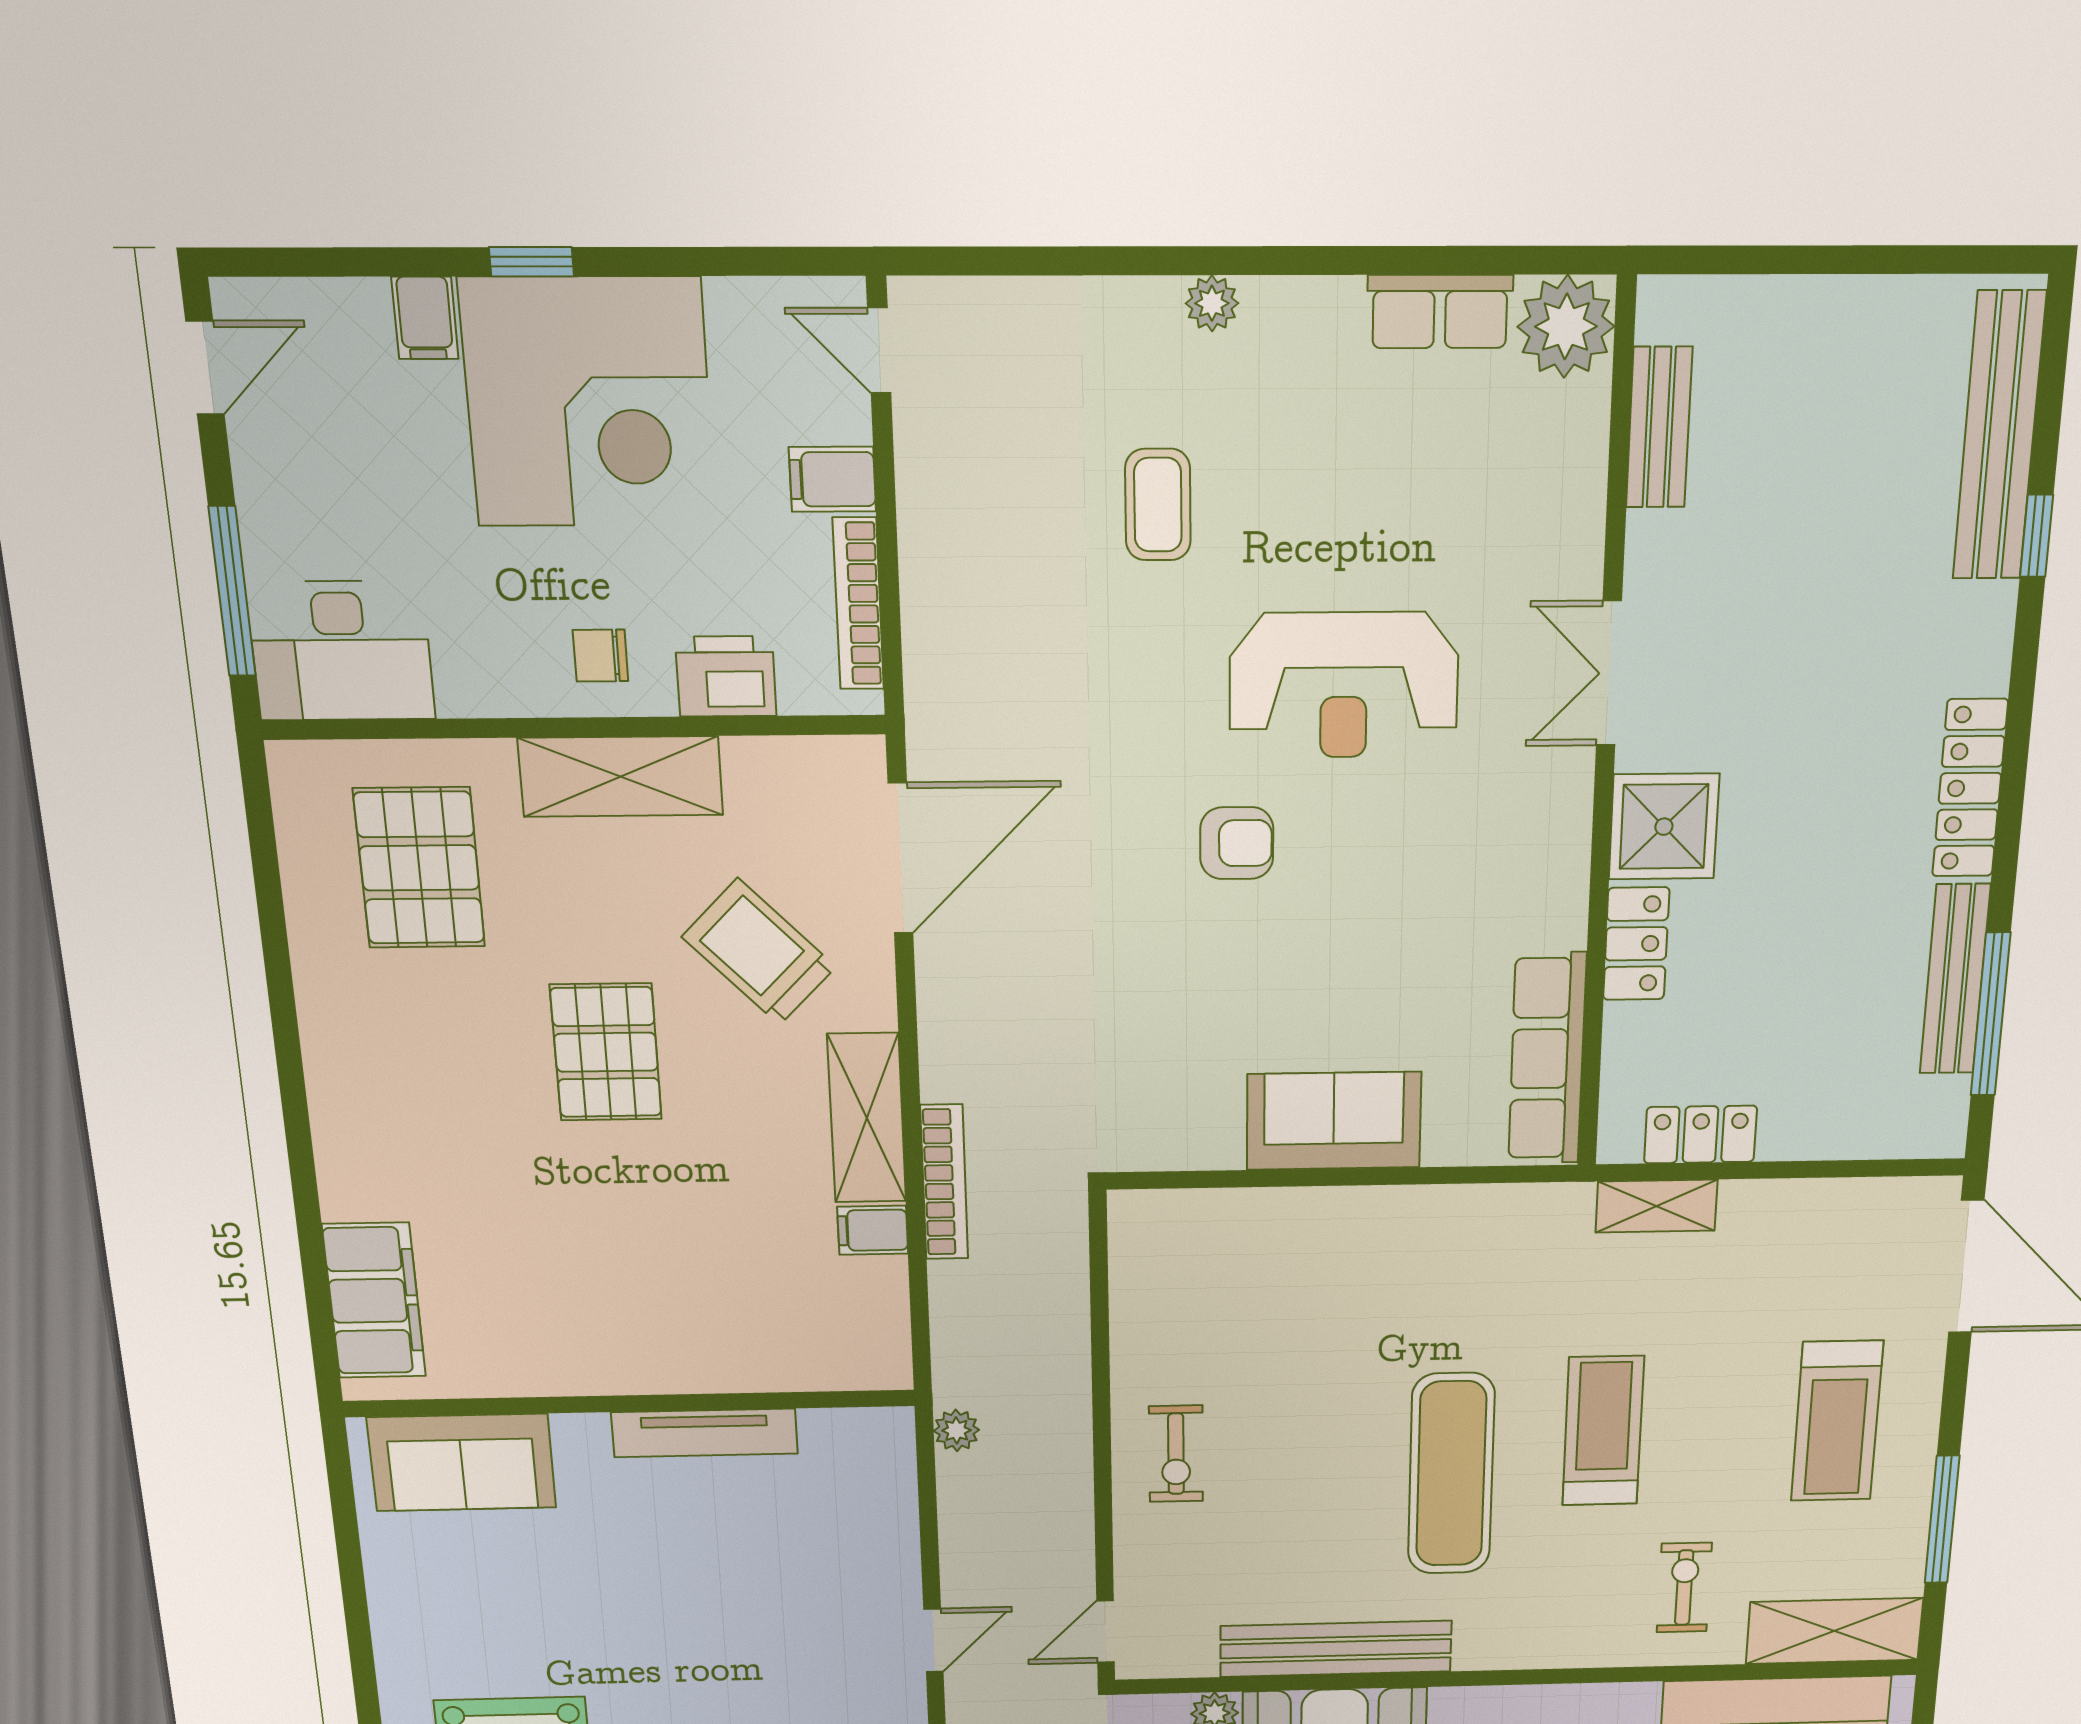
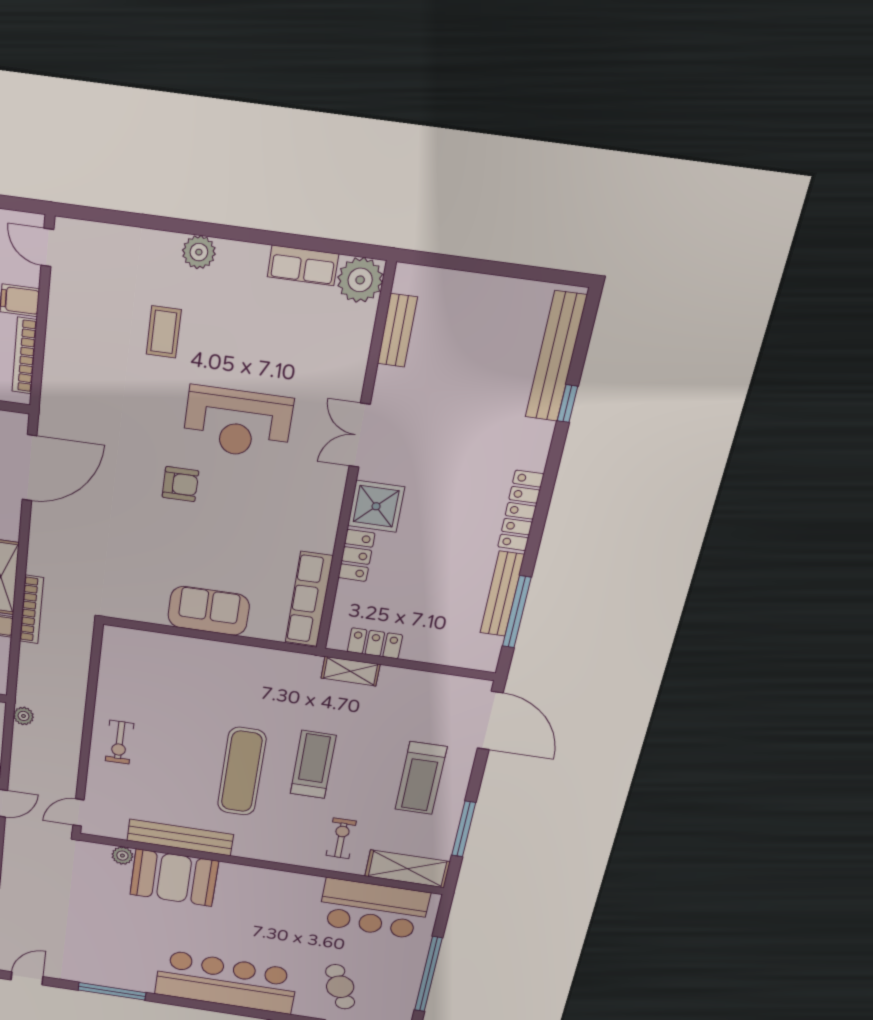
plant: (1212, 303) -> (199, 252), width x1.38, depth x1.38

